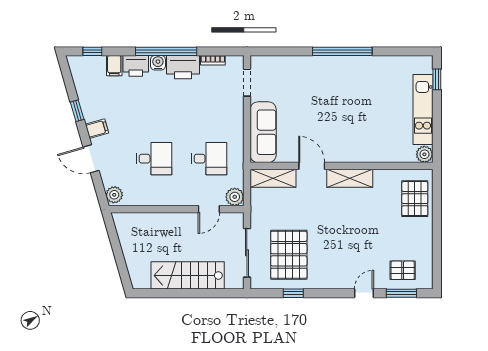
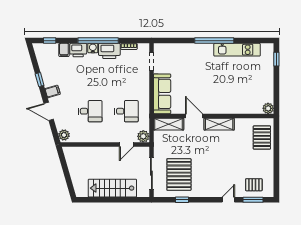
kitchen unit: (423, 109) -> (237, 50), moved, turned -90

